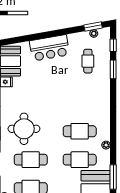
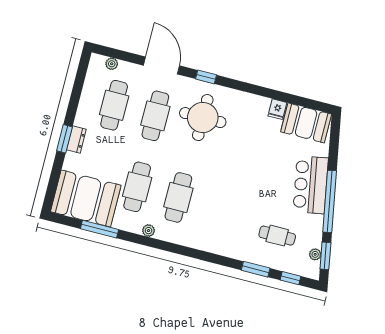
window: (57, 33) -> (330, 201), added

